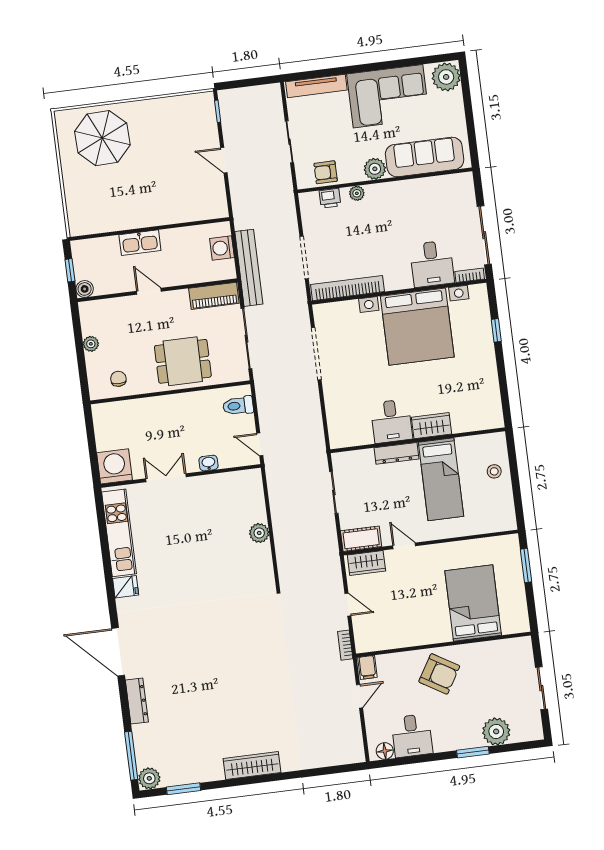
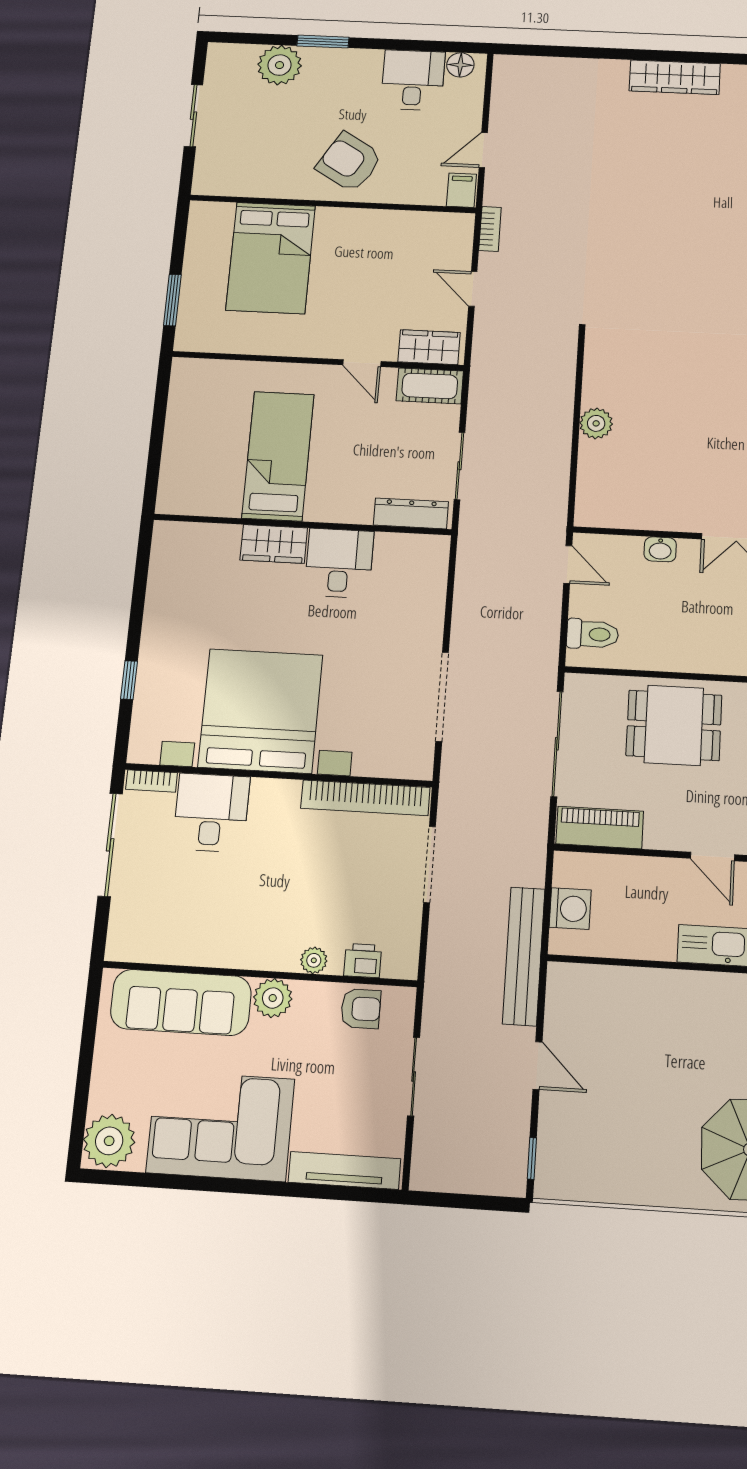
bench: (249, 268) -> (524, 956), moved
dresser: (396, 453) -> (411, 513), moved
stool: (494, 471) -> (188, 453), removed

